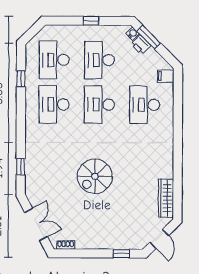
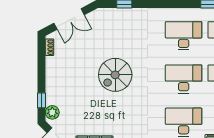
spiral stairs: (95, 176) -> (115, 75), turned -90
plant: (134, 242) -> (52, 112), added

